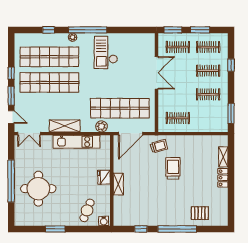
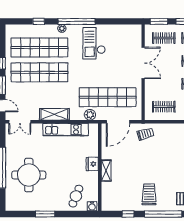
trolley: (173, 168) -> (149, 194), moved

